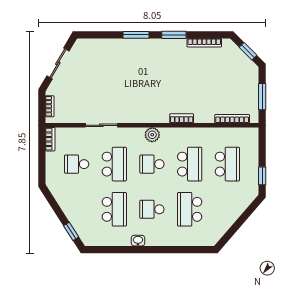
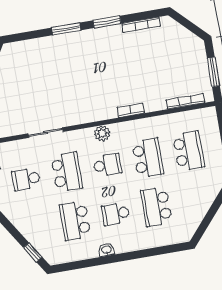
window: (248, 51) -> (190, 26), removed
school desk: (152, 164) -> (107, 165), turned 180
school desk: (114, 209) -> (75, 221), turned 180

